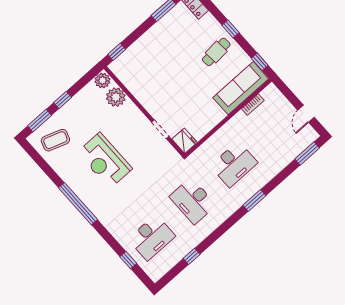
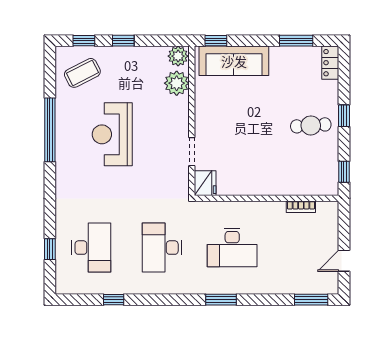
sofa: (241, 88) -> (234, 61), moved, turned 180
window: (39, 121) -> (84, 41), width x0.67
coffee table: (55, 140) -> (82, 73), turned -46
window: (78, 204) -> (50, 130), moved
desk: (152, 238) -> (91, 248), turned -90

